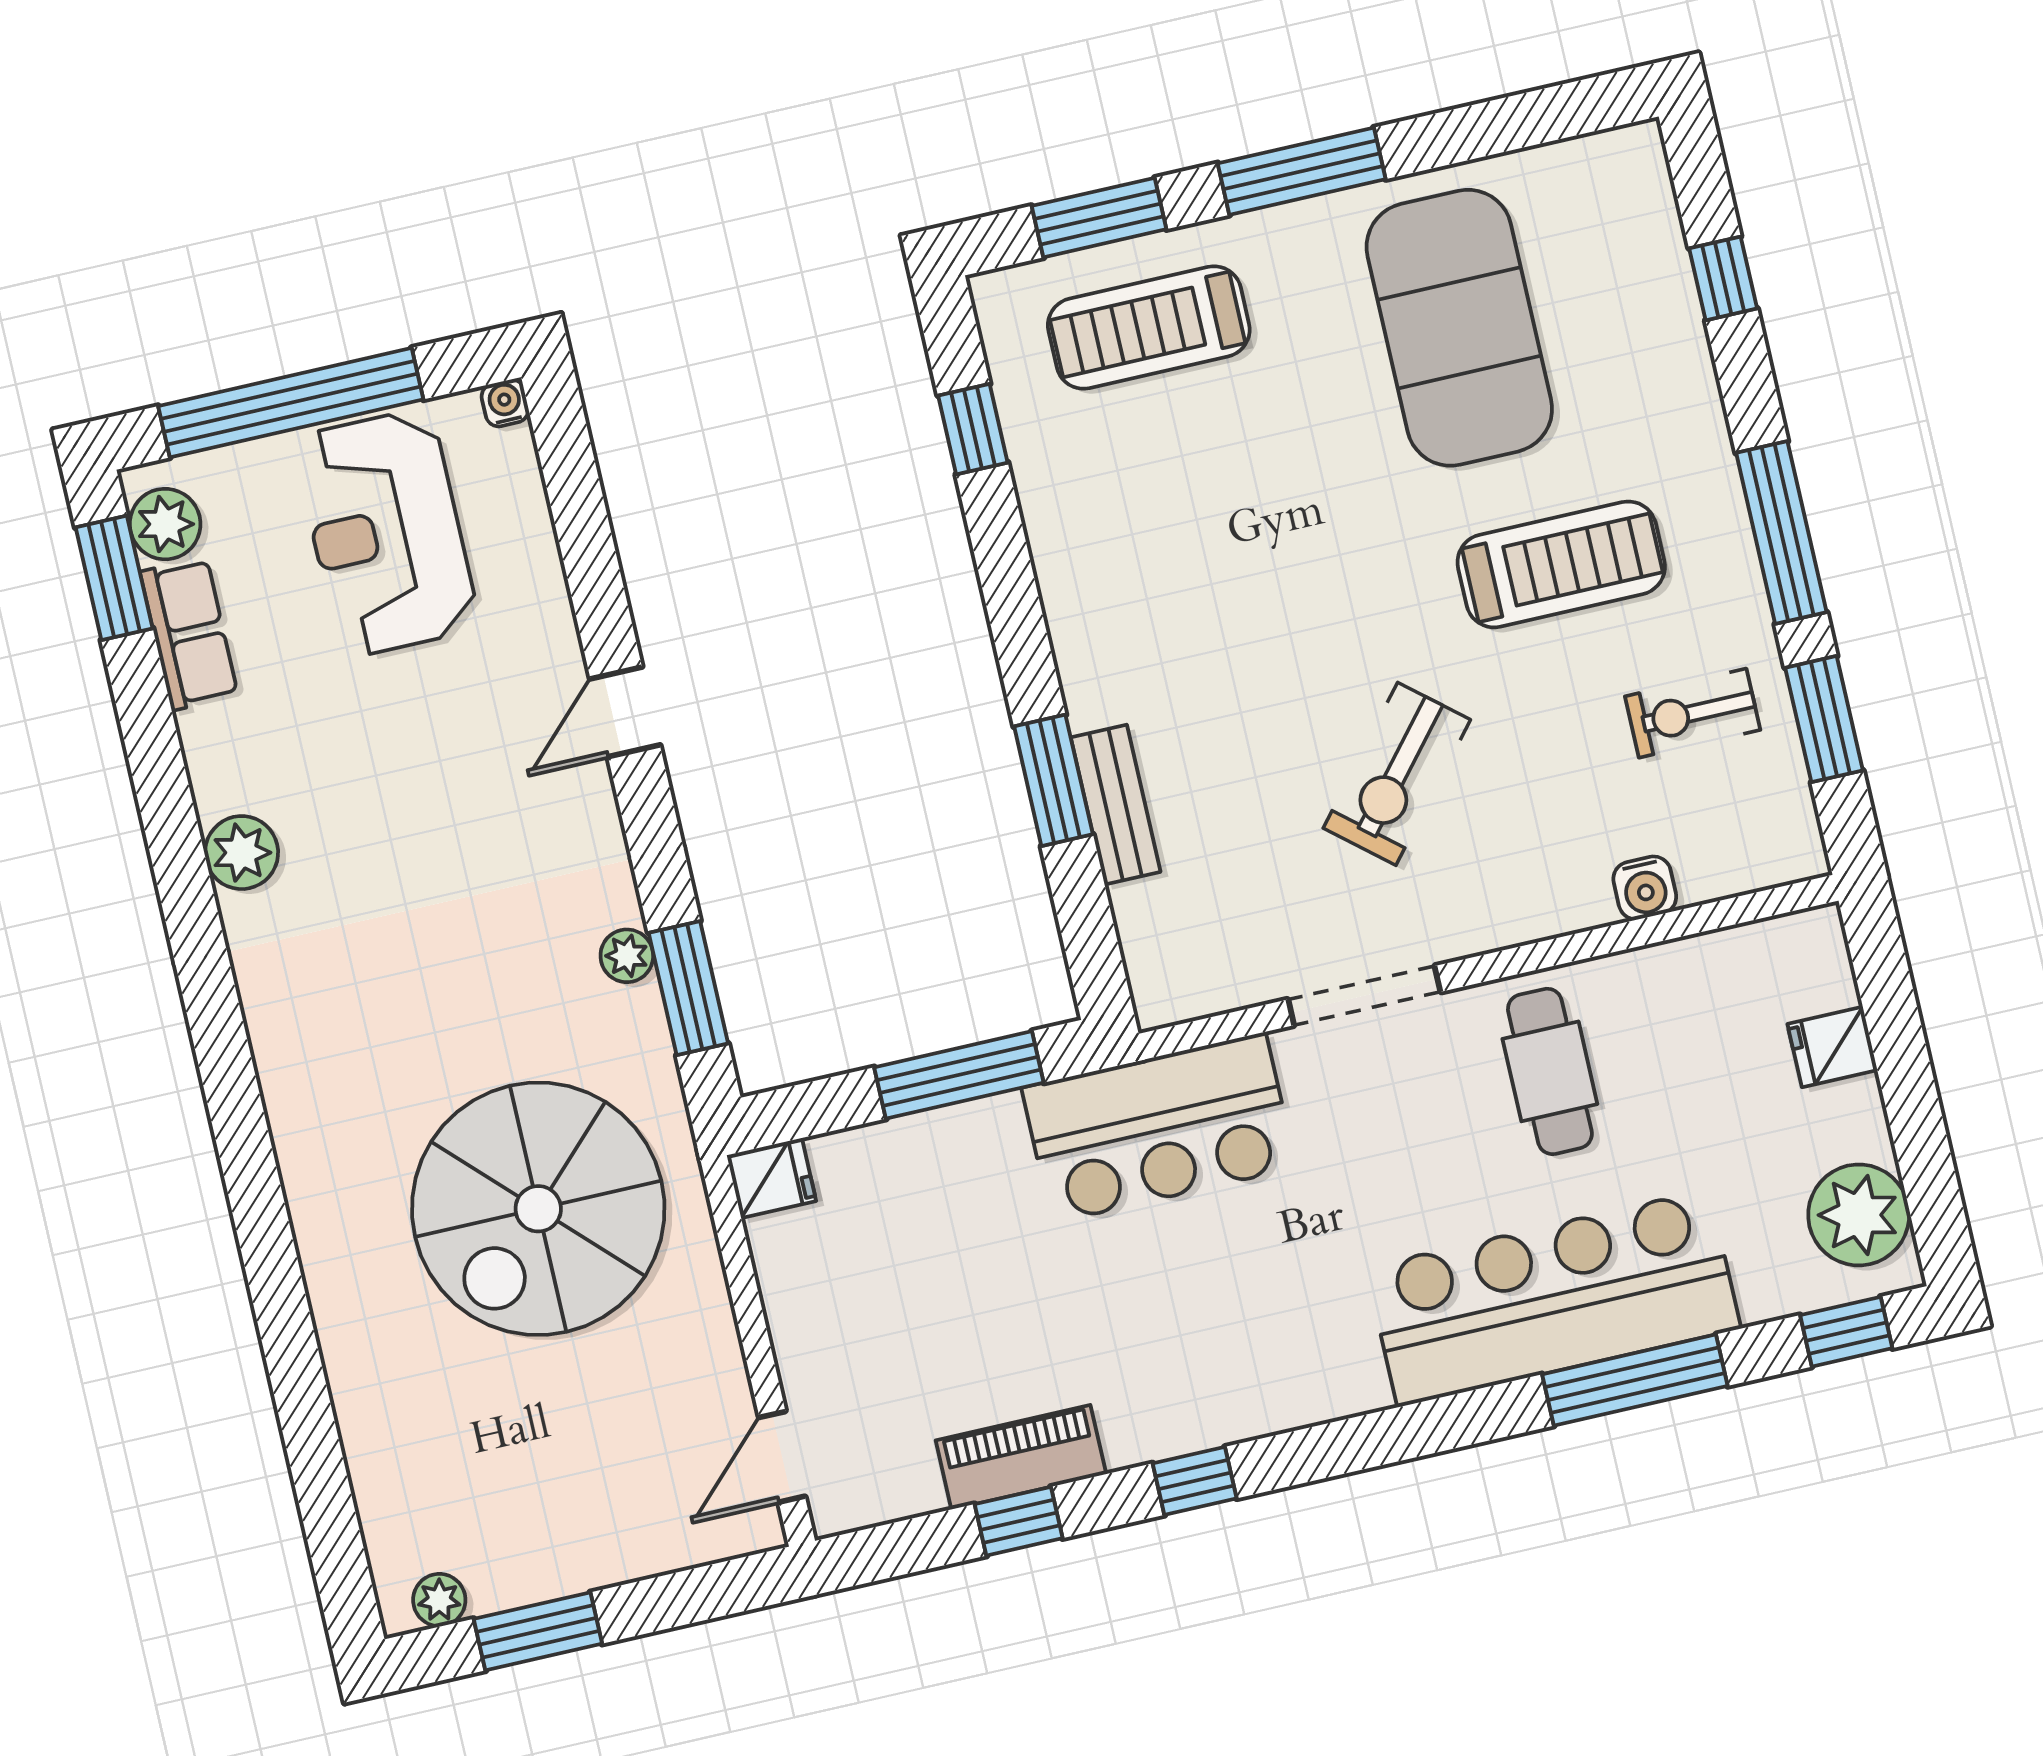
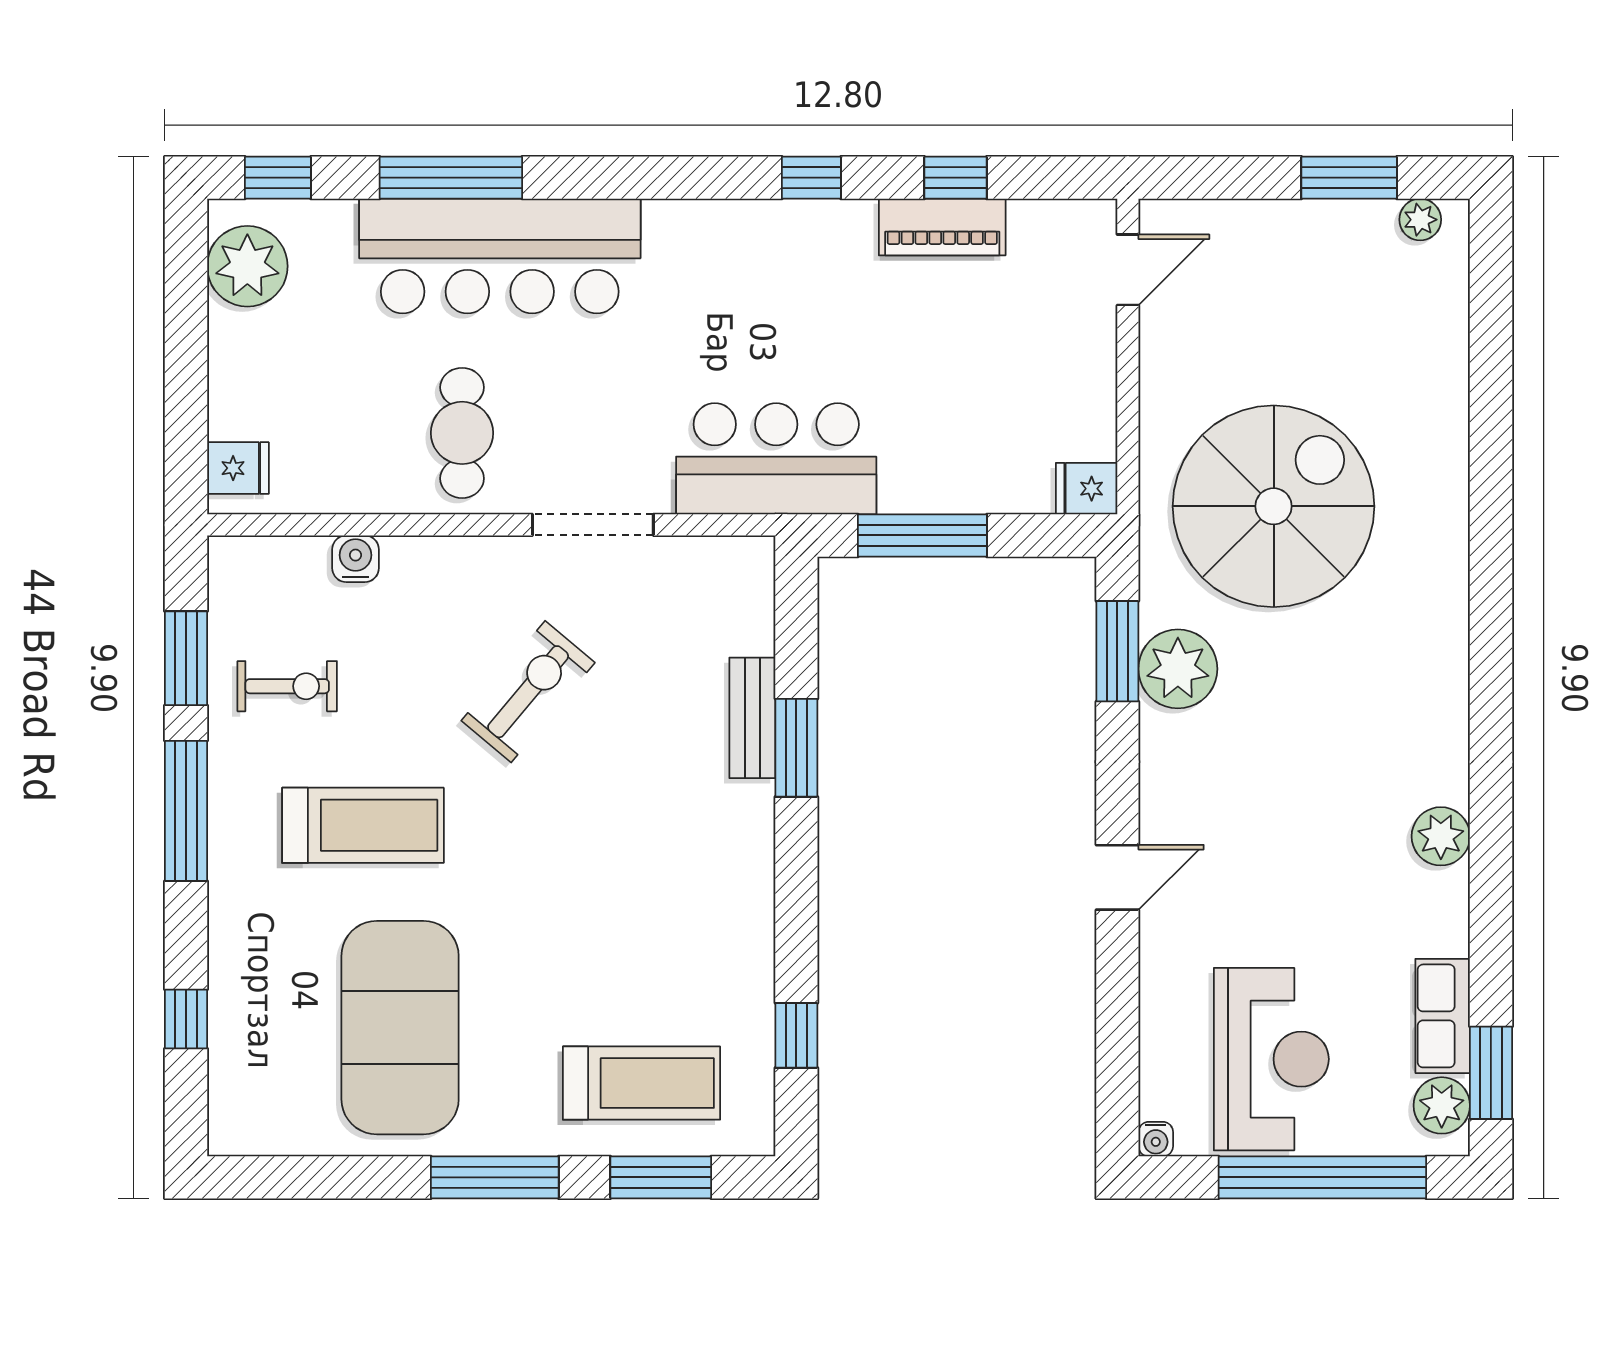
treadmill: (1561, 564) -> (363, 825), turned 180
plant: (627, 956) -> (1178, 669), width x1.88, depth x1.88
fridge: (1832, 1047) -> (238, 468), moved

